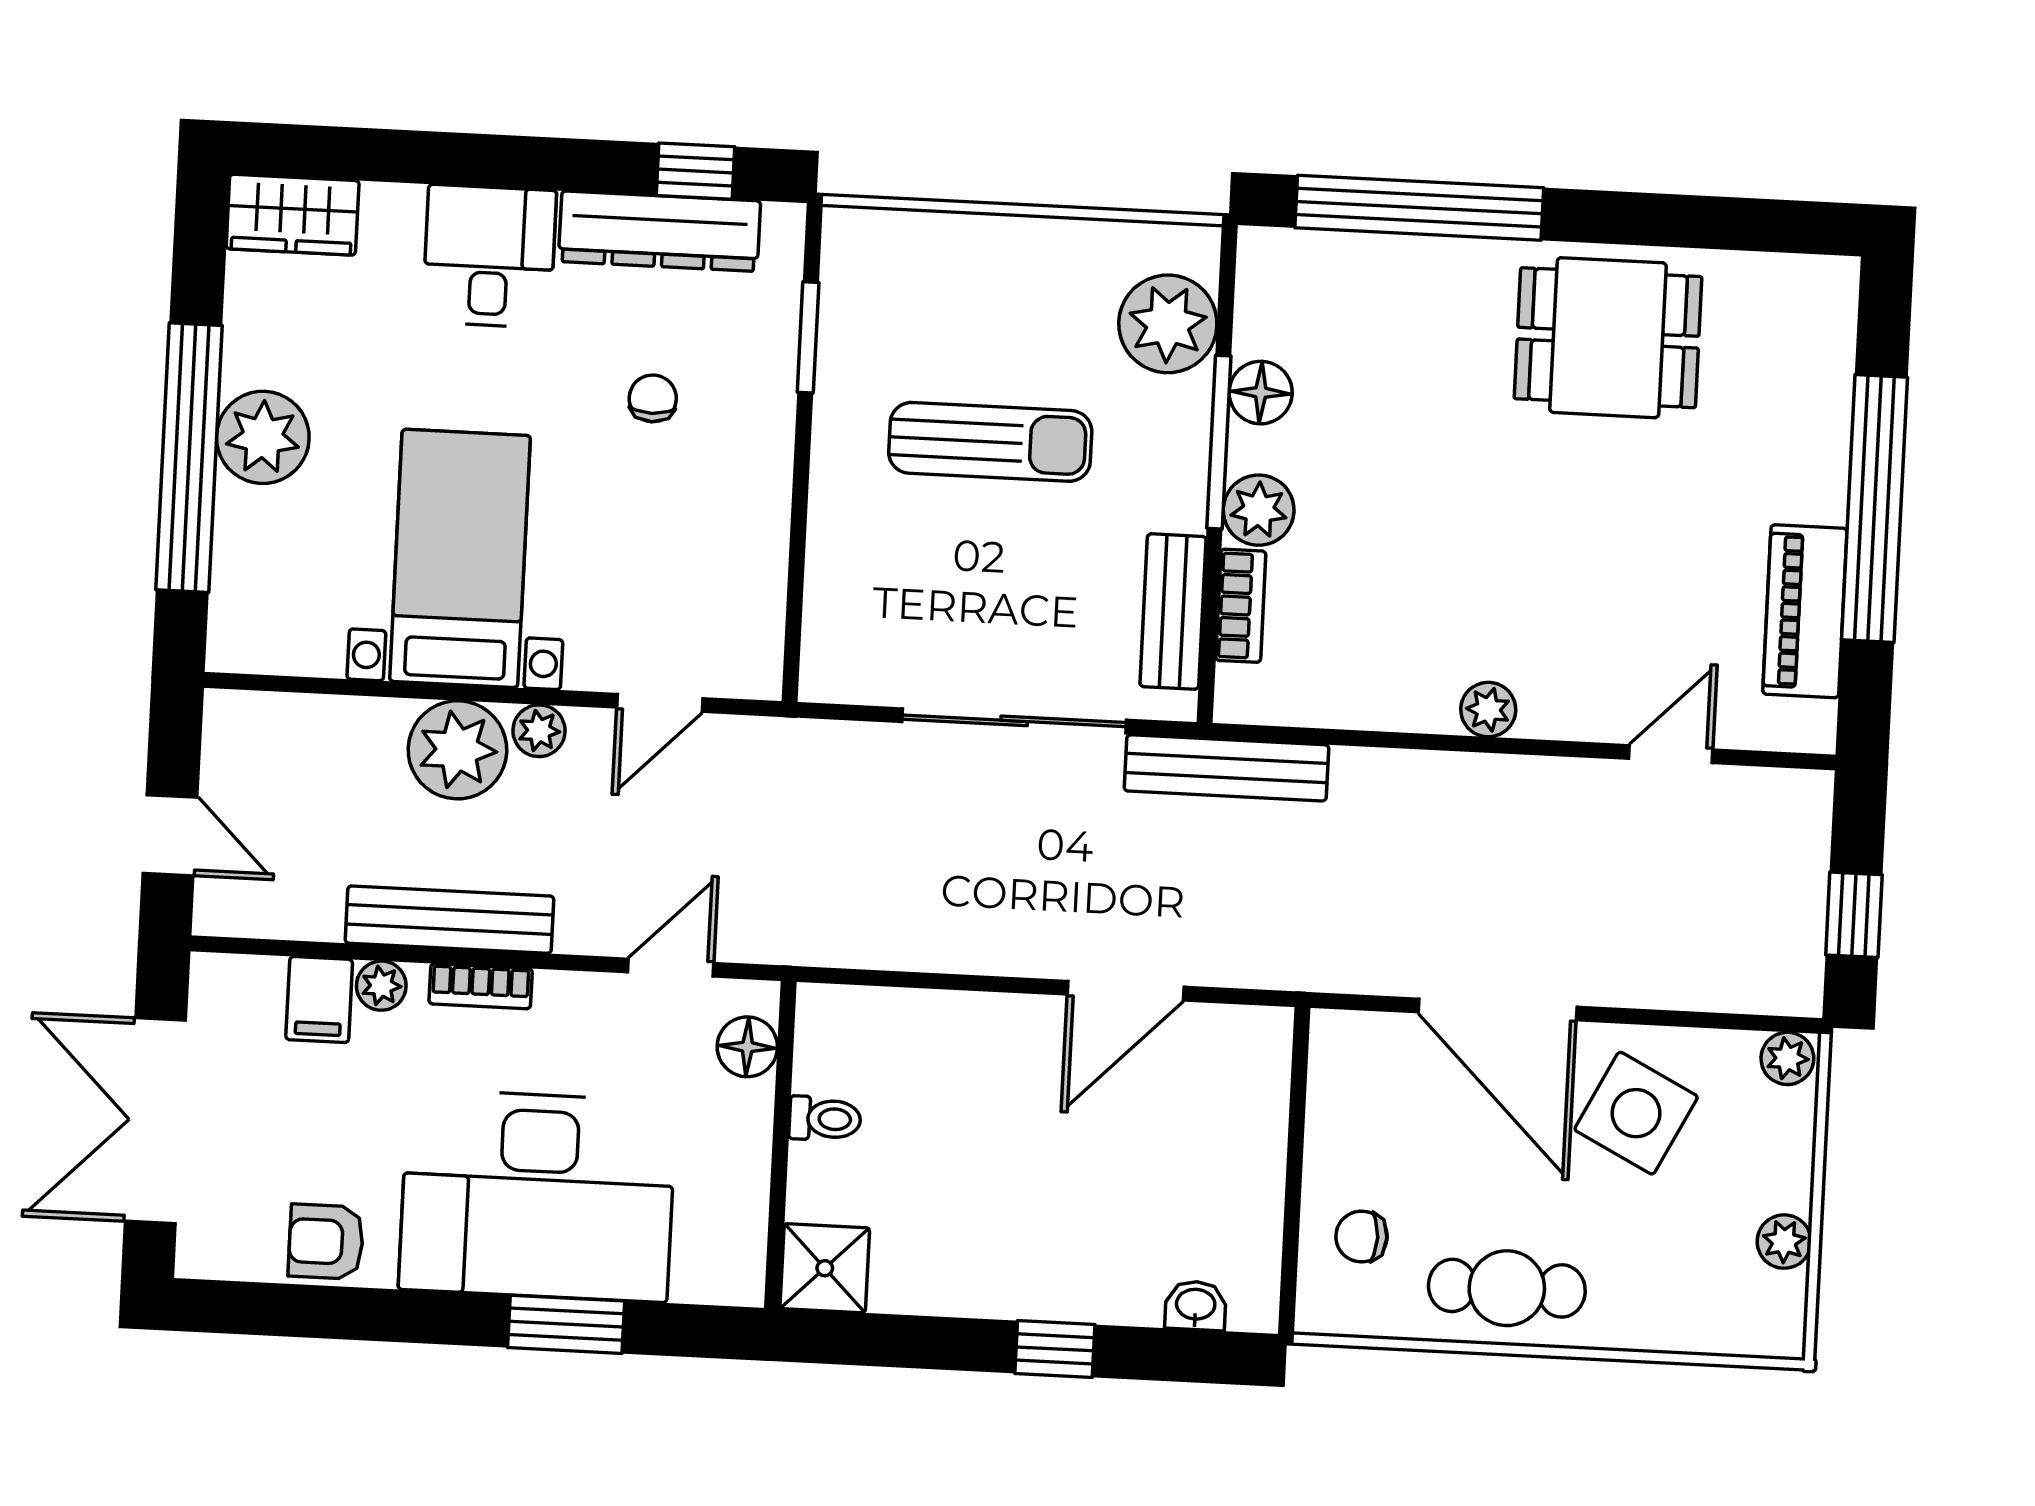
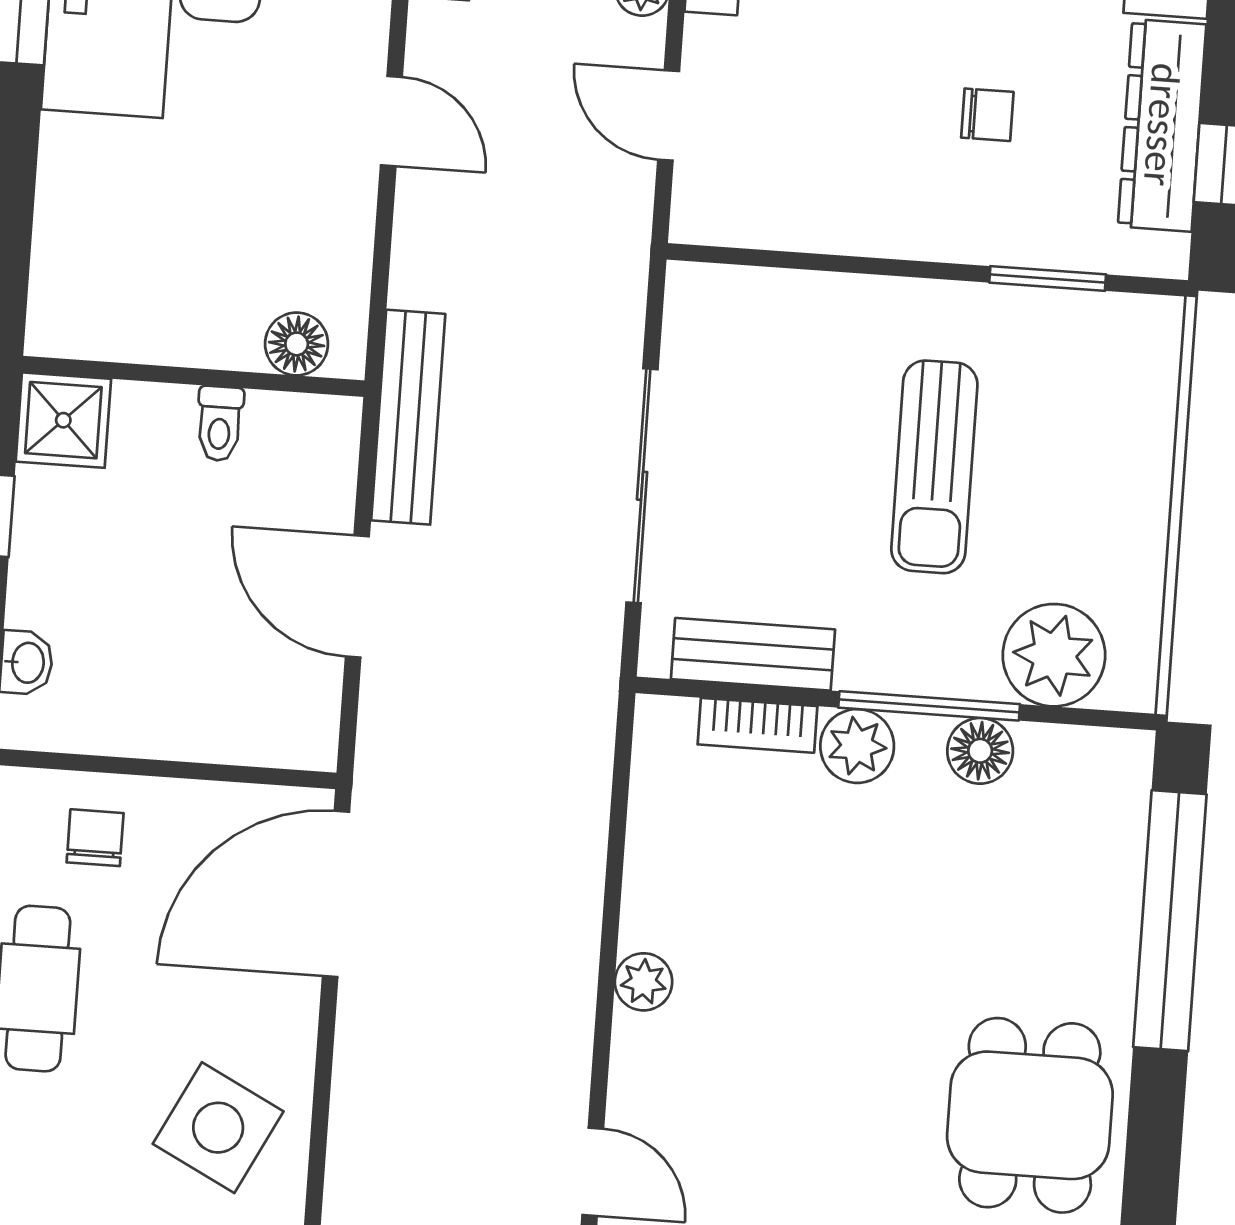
bench: (1226, 768) -> (408, 417), moved
door: (1498, 1010) -> (336, 894), moved
floor lamp: (747, 1047) -> (297, 344), moved
toilet: (825, 1119) -> (220, 424), moved
wall: (780, 1145) -> (193, 376), moved
shower: (825, 1268) -> (63, 420), moved

